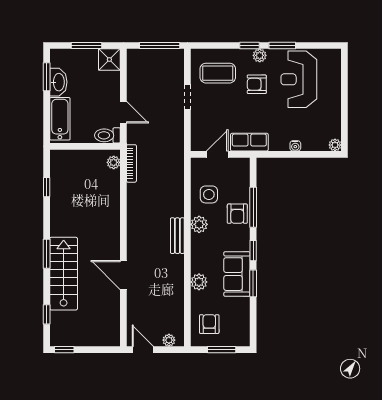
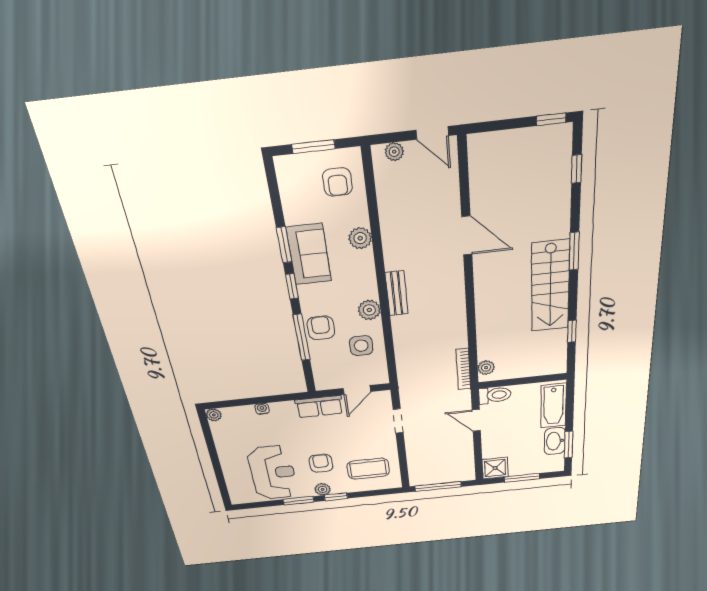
armchair: (257, 84) -> (321, 463), turned -90
doorway: (187, 97) -> (398, 421), moved
stairs: (64, 274) -> (550, 286), moved

